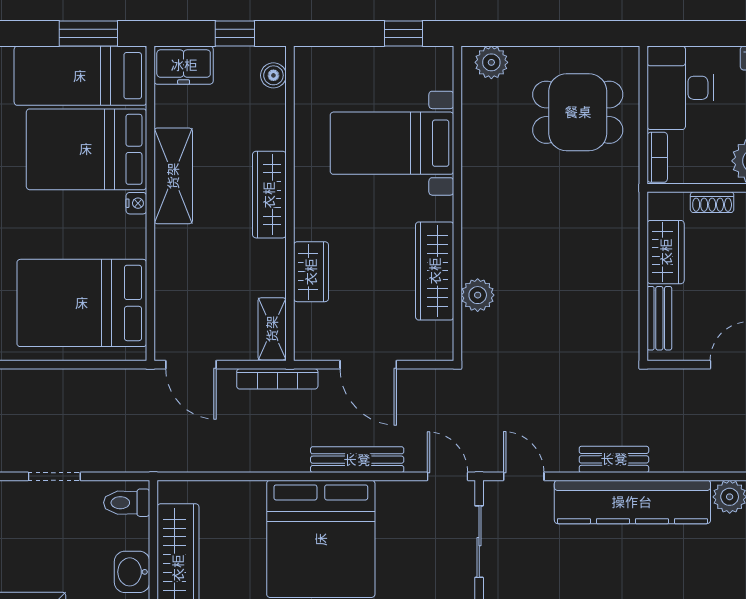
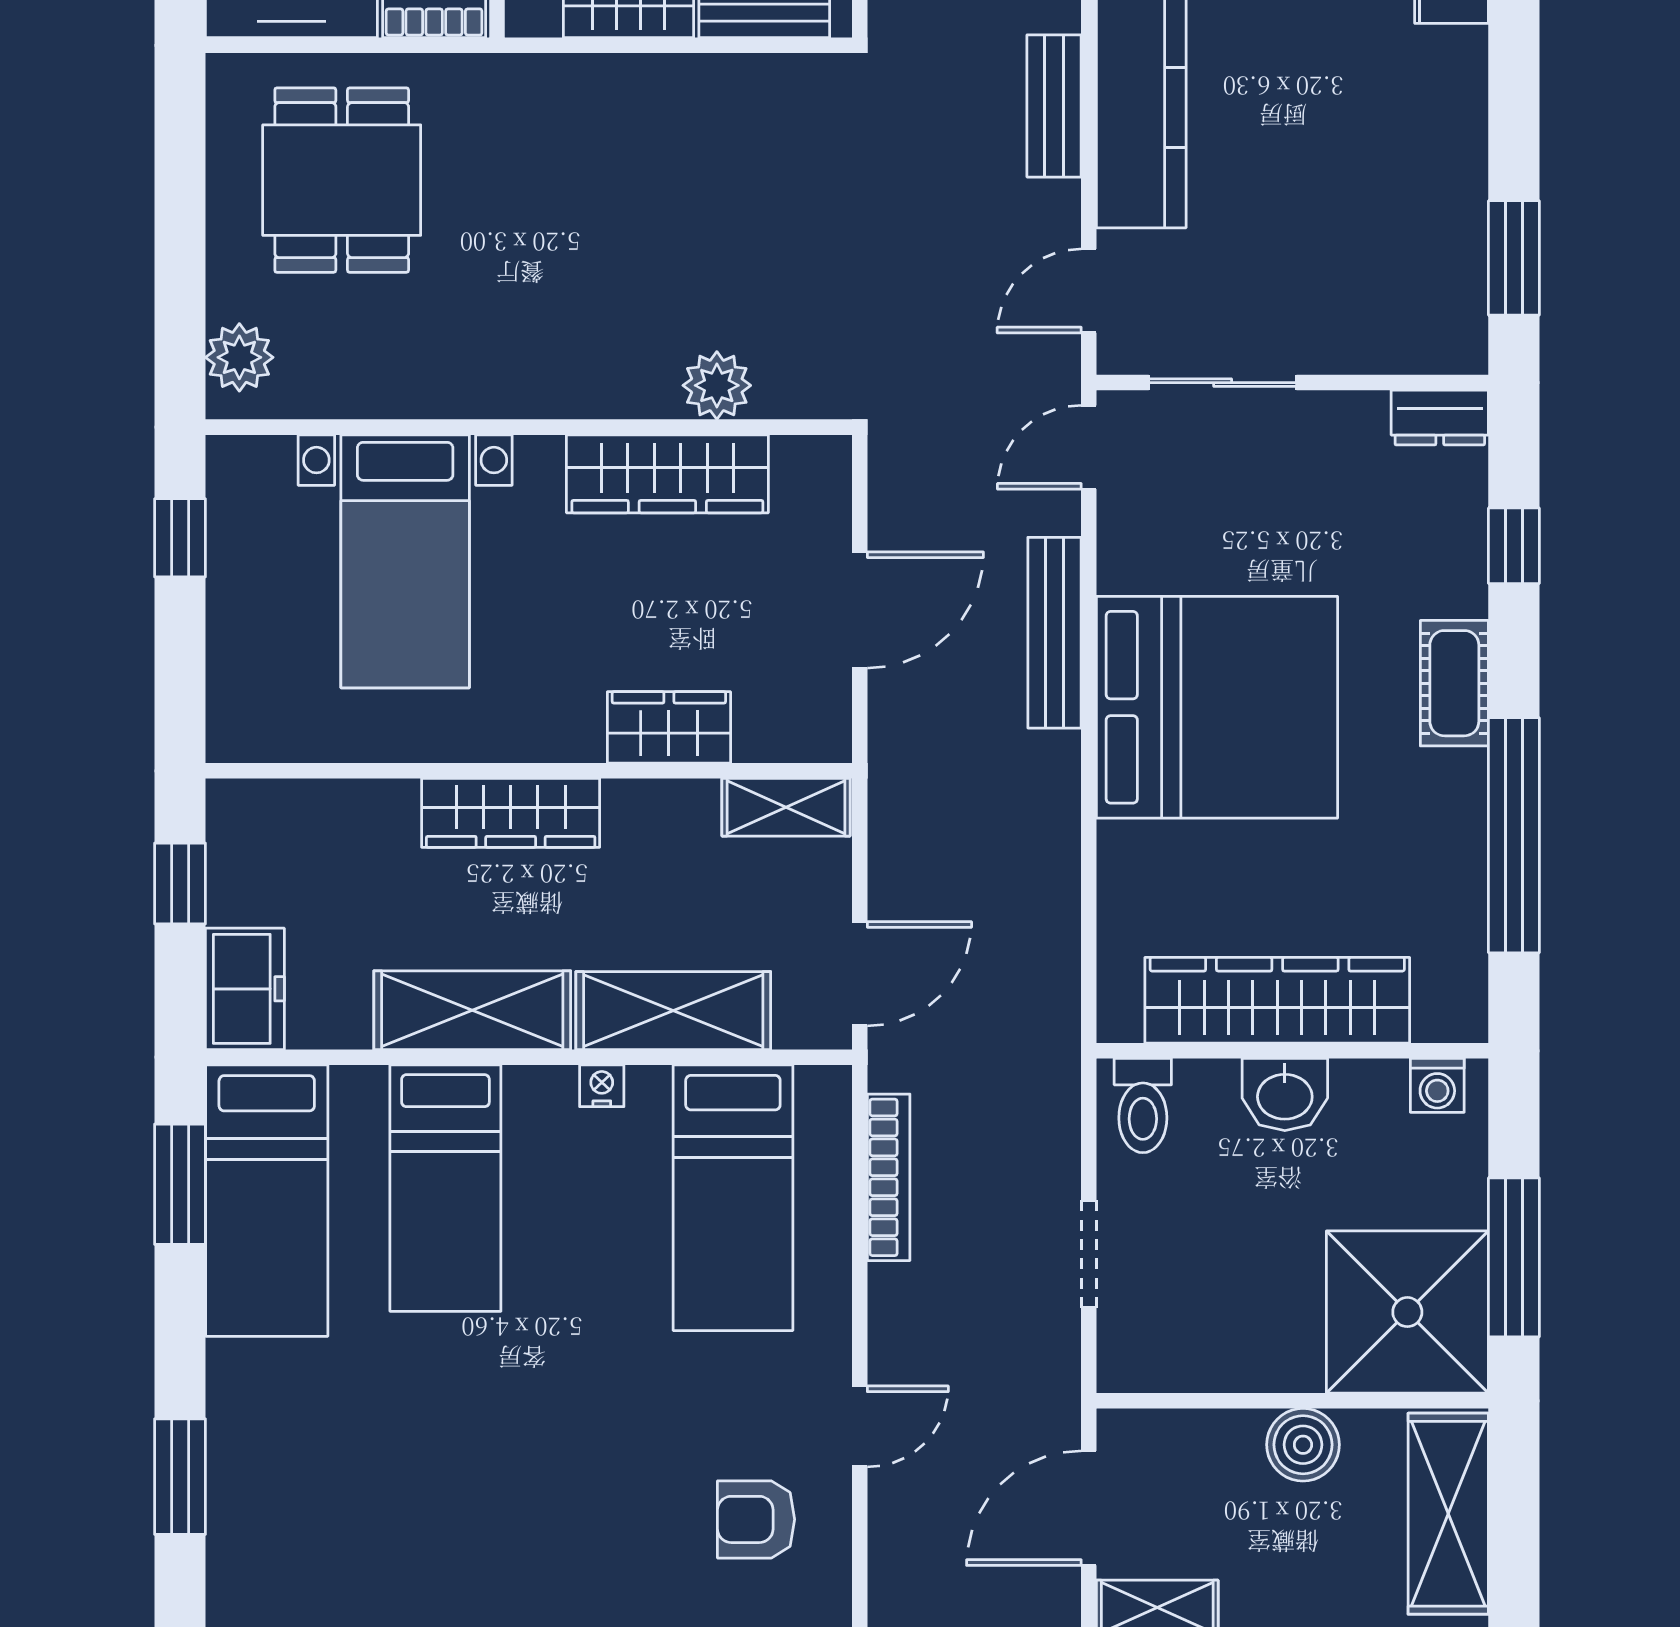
boiler: (273, 75) -> (266, 804), removed
bed: (86, 149) -> (445, 1188), width x0.67
nightstand: (136, 203) -> (602, 1086), moved
shelving: (173, 274) -> (673, 1011), added
bed: (82, 303) -> (733, 1198), width x0.67
bookcase: (277, 379) -> (889, 1177), moved

